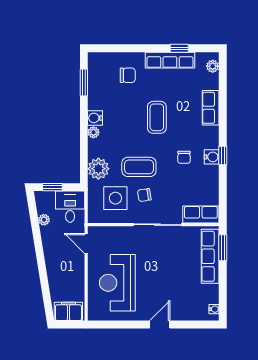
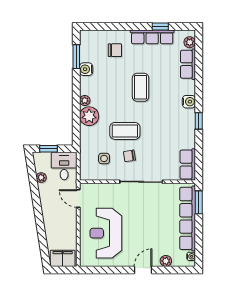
row of seats: (211, 108) -> (188, 64), moved
water cooler: (95, 118) -> (86, 69), moved
chair: (184, 157) -> (164, 123), removed
water cooler: (212, 157) -> (189, 102), moved
plant: (98, 169) -> (89, 116), moved
side table: (115, 198) -> (104, 158), width x0.54, depth x0.54
row of seats: (201, 214) -> (188, 165), moved, turned -90
row of seats: (210, 256) -> (188, 218), width x1.36
plant: (185, 314) -> (166, 261), added

